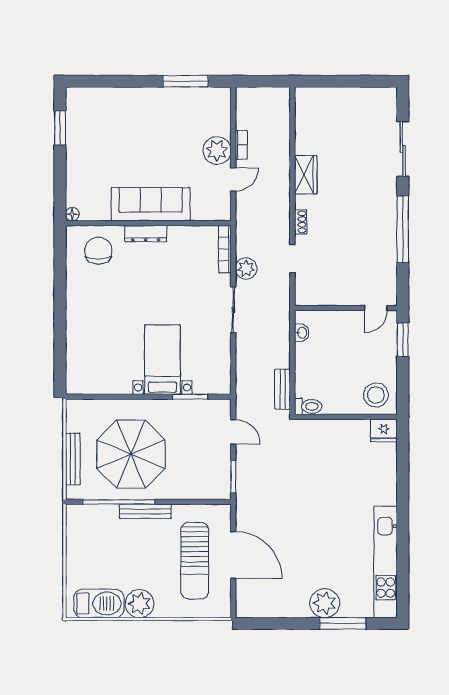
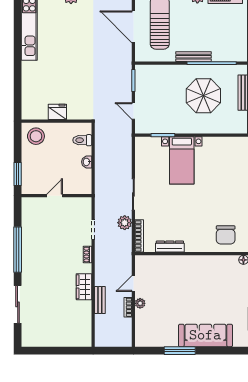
window: (185, 81) -> (180, 351), moved
plant: (217, 151) -> (140, 303), width x0.53, depth x0.53
sofa: (151, 204) -> (205, 335), moved, turned 180
dresser: (146, 233) -> (170, 247), moved
door: (376, 308) -> (55, 196), moved
washbasin: (302, 333) -> (87, 162), moved
bench: (282, 389) -> (100, 300), moved
toilet: (308, 406) -> (82, 140), moved
fridge: (384, 430) -> (57, 112), moved
parasol: (131, 454) -> (203, 96), width x0.73, depth x0.73

